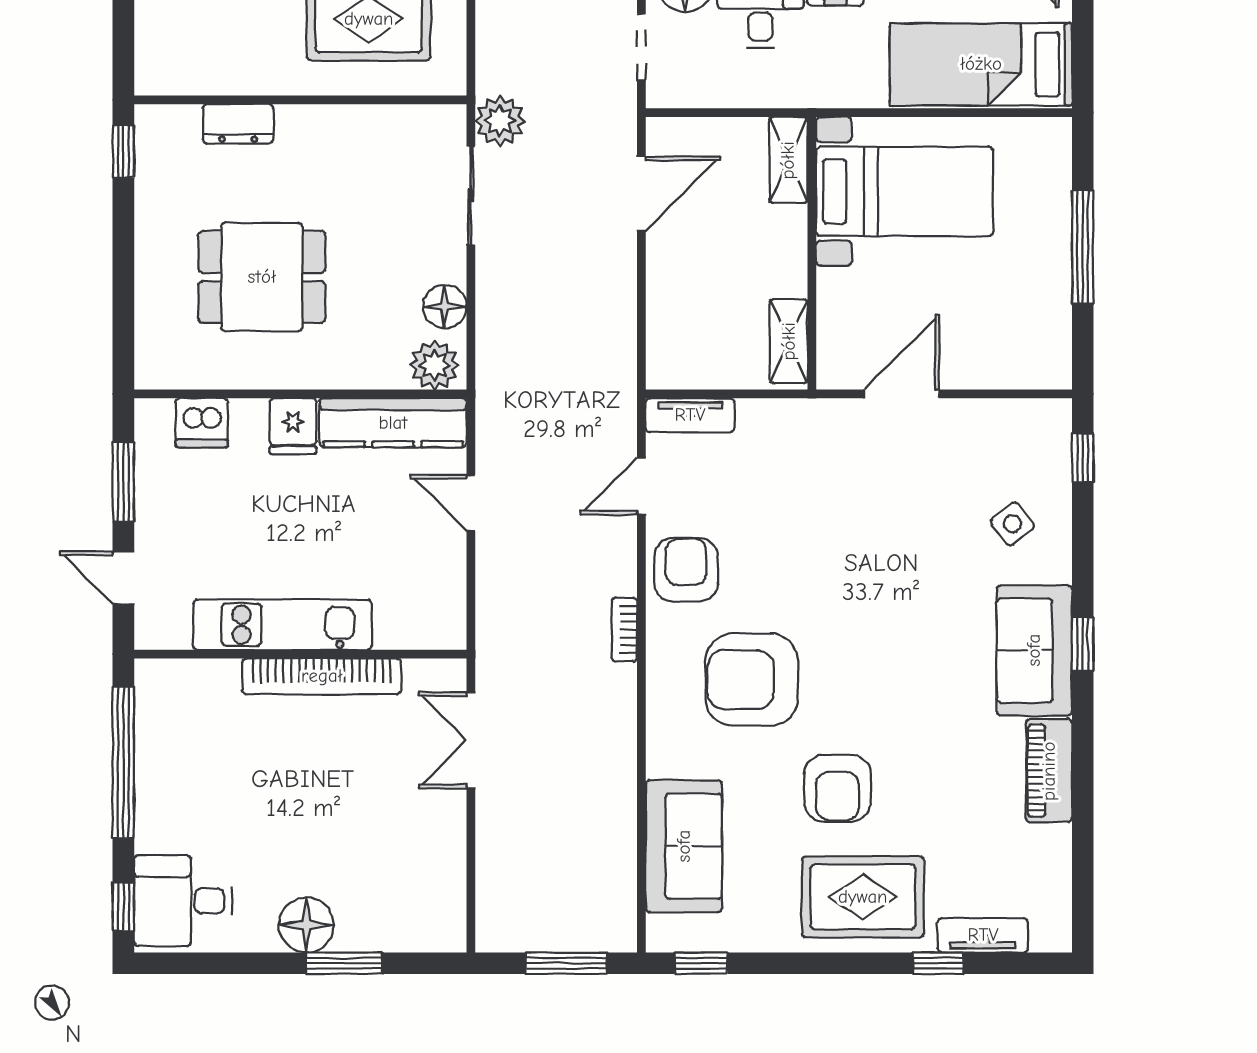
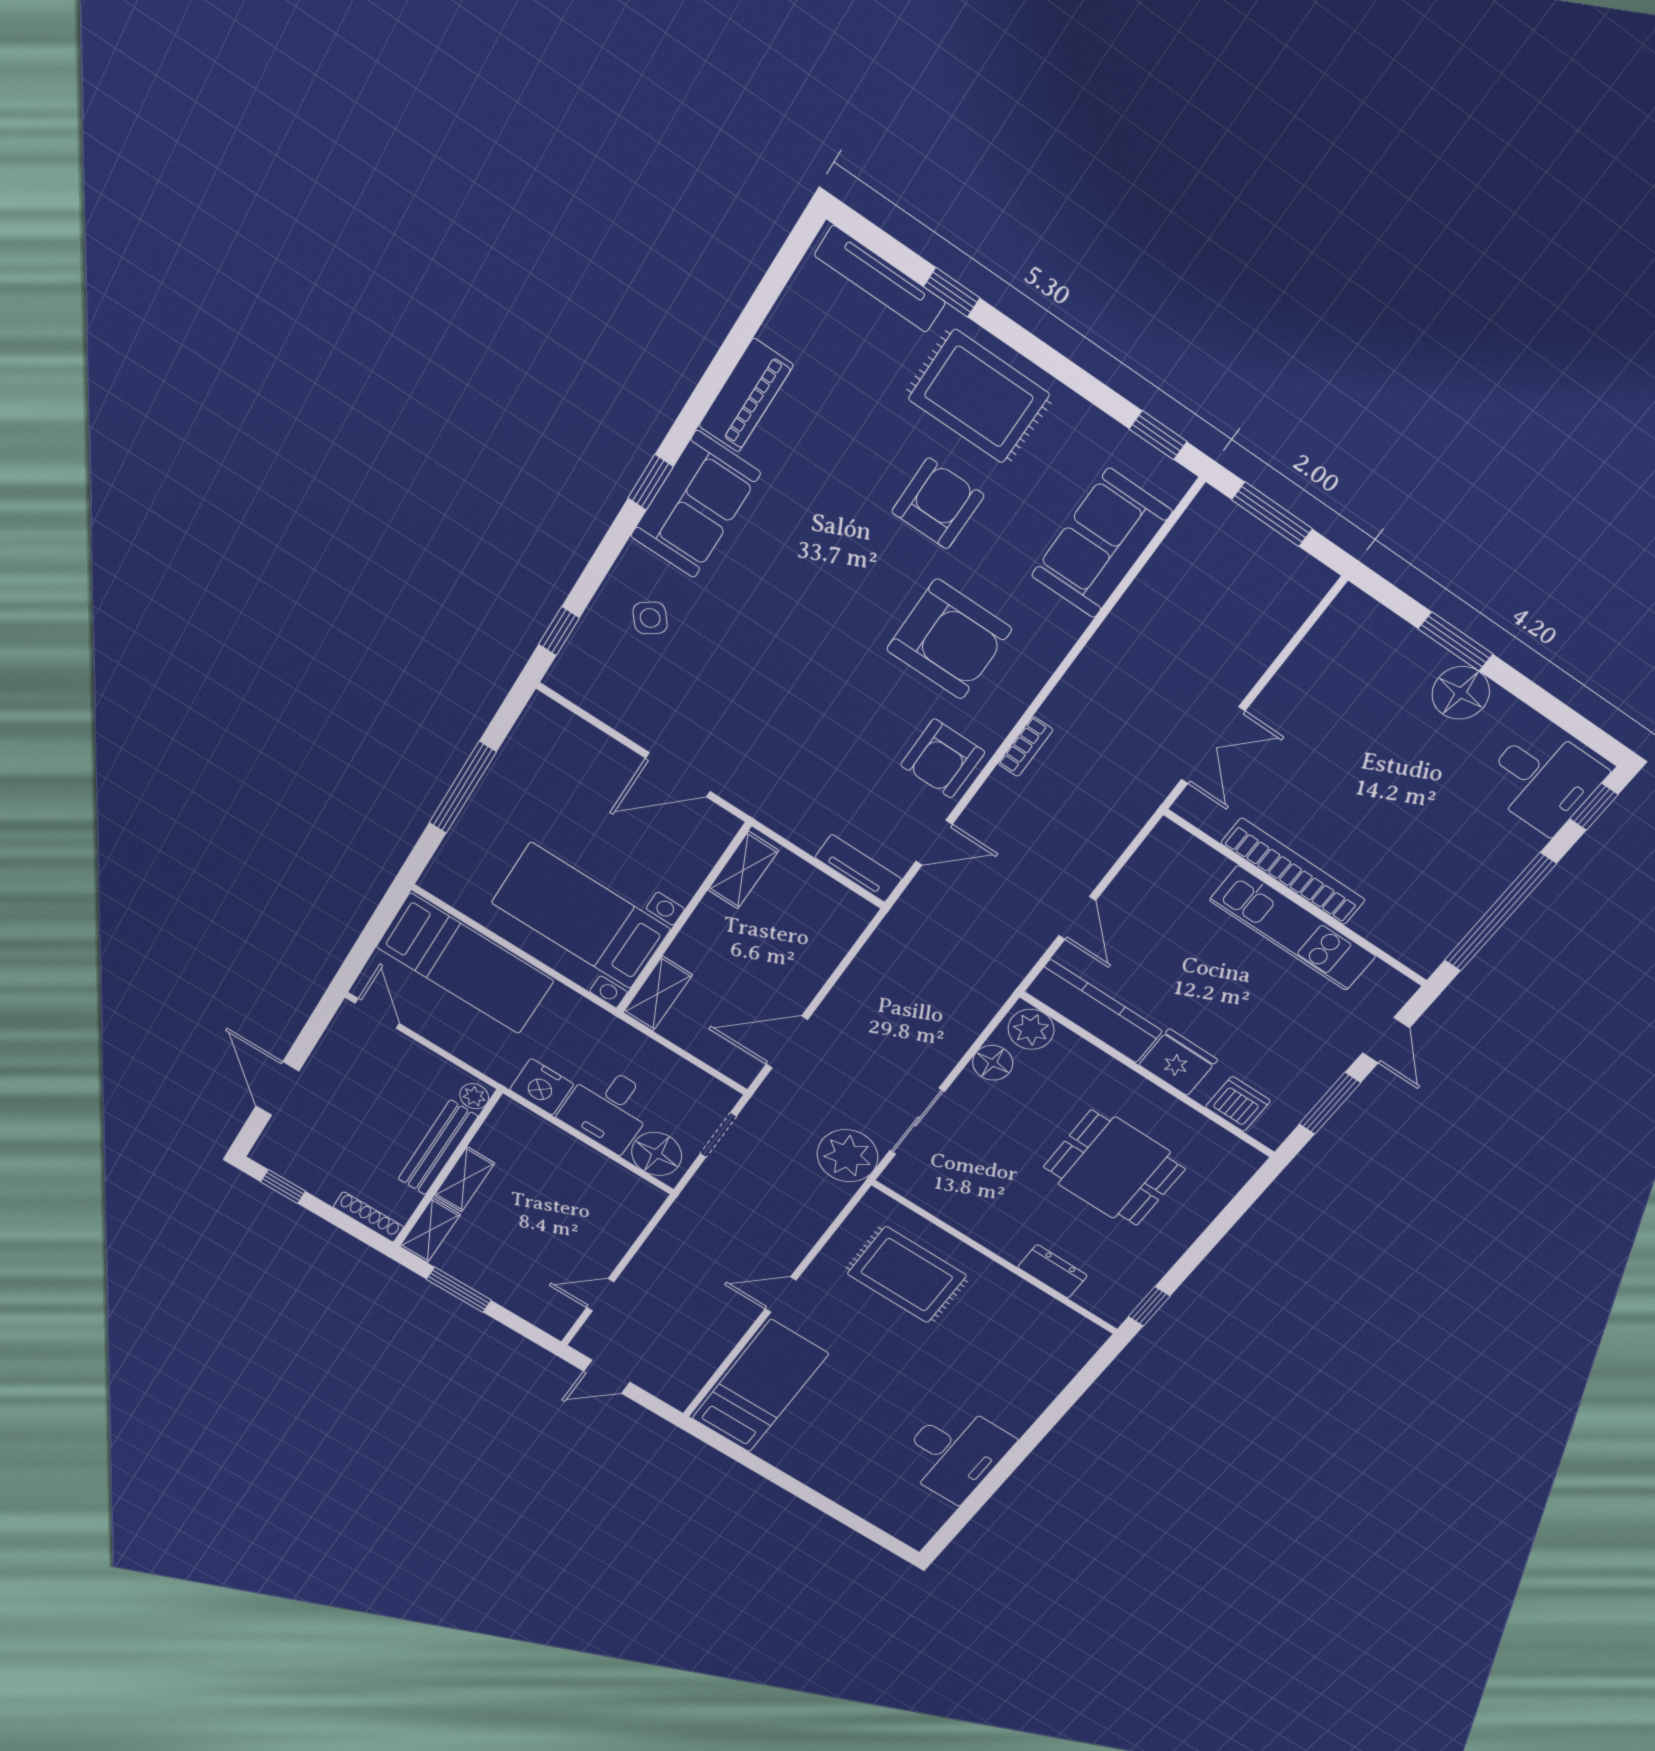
plant: (500, 121) -> (848, 1156), width x1.36, depth x1.36
fridge: (293, 426) -> (1178, 1062), width x1.38
tv unit: (983, 935) -> (880, 279), width x1.41

